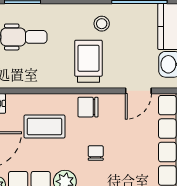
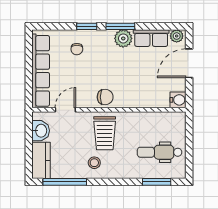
coffee table: (44, 127) -> (139, 82), removed
chair: (96, 153) -> (77, 49), moved

